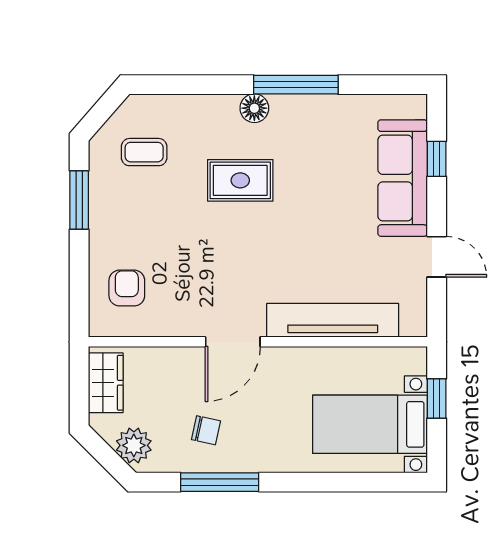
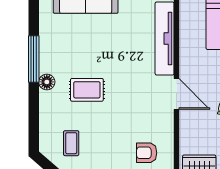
rug: (240, 180) -> (87, 90), turned 90

